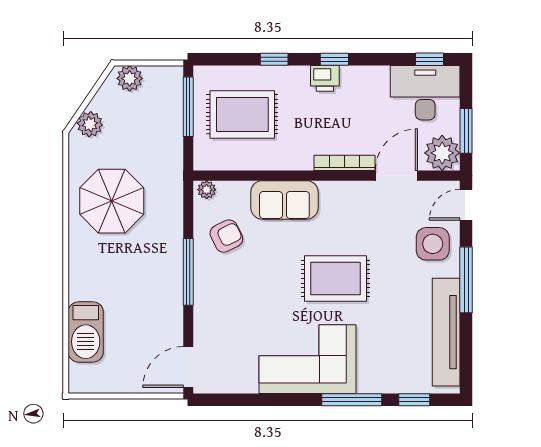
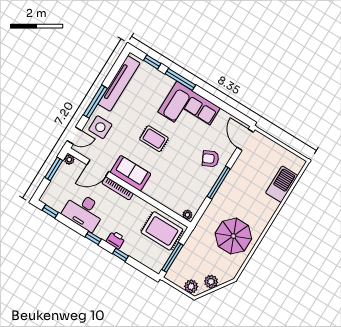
printer: (325, 78) -> (116, 240), moved
desk: (425, 93) -> (84, 211), moved
rug: (242, 114) -> (162, 231), moved
plant: (90, 124) -> (211, 282), moved
plant: (442, 153) -> (69, 160), width x0.53, depth x0.53
sofa: (284, 200) -> (130, 173), moved
armchair: (226, 236) -> (211, 159), moved
rug: (336, 279) -> (154, 139), width x0.73, depth x0.70
door: (188, 367) -> (245, 140), swing flipped

